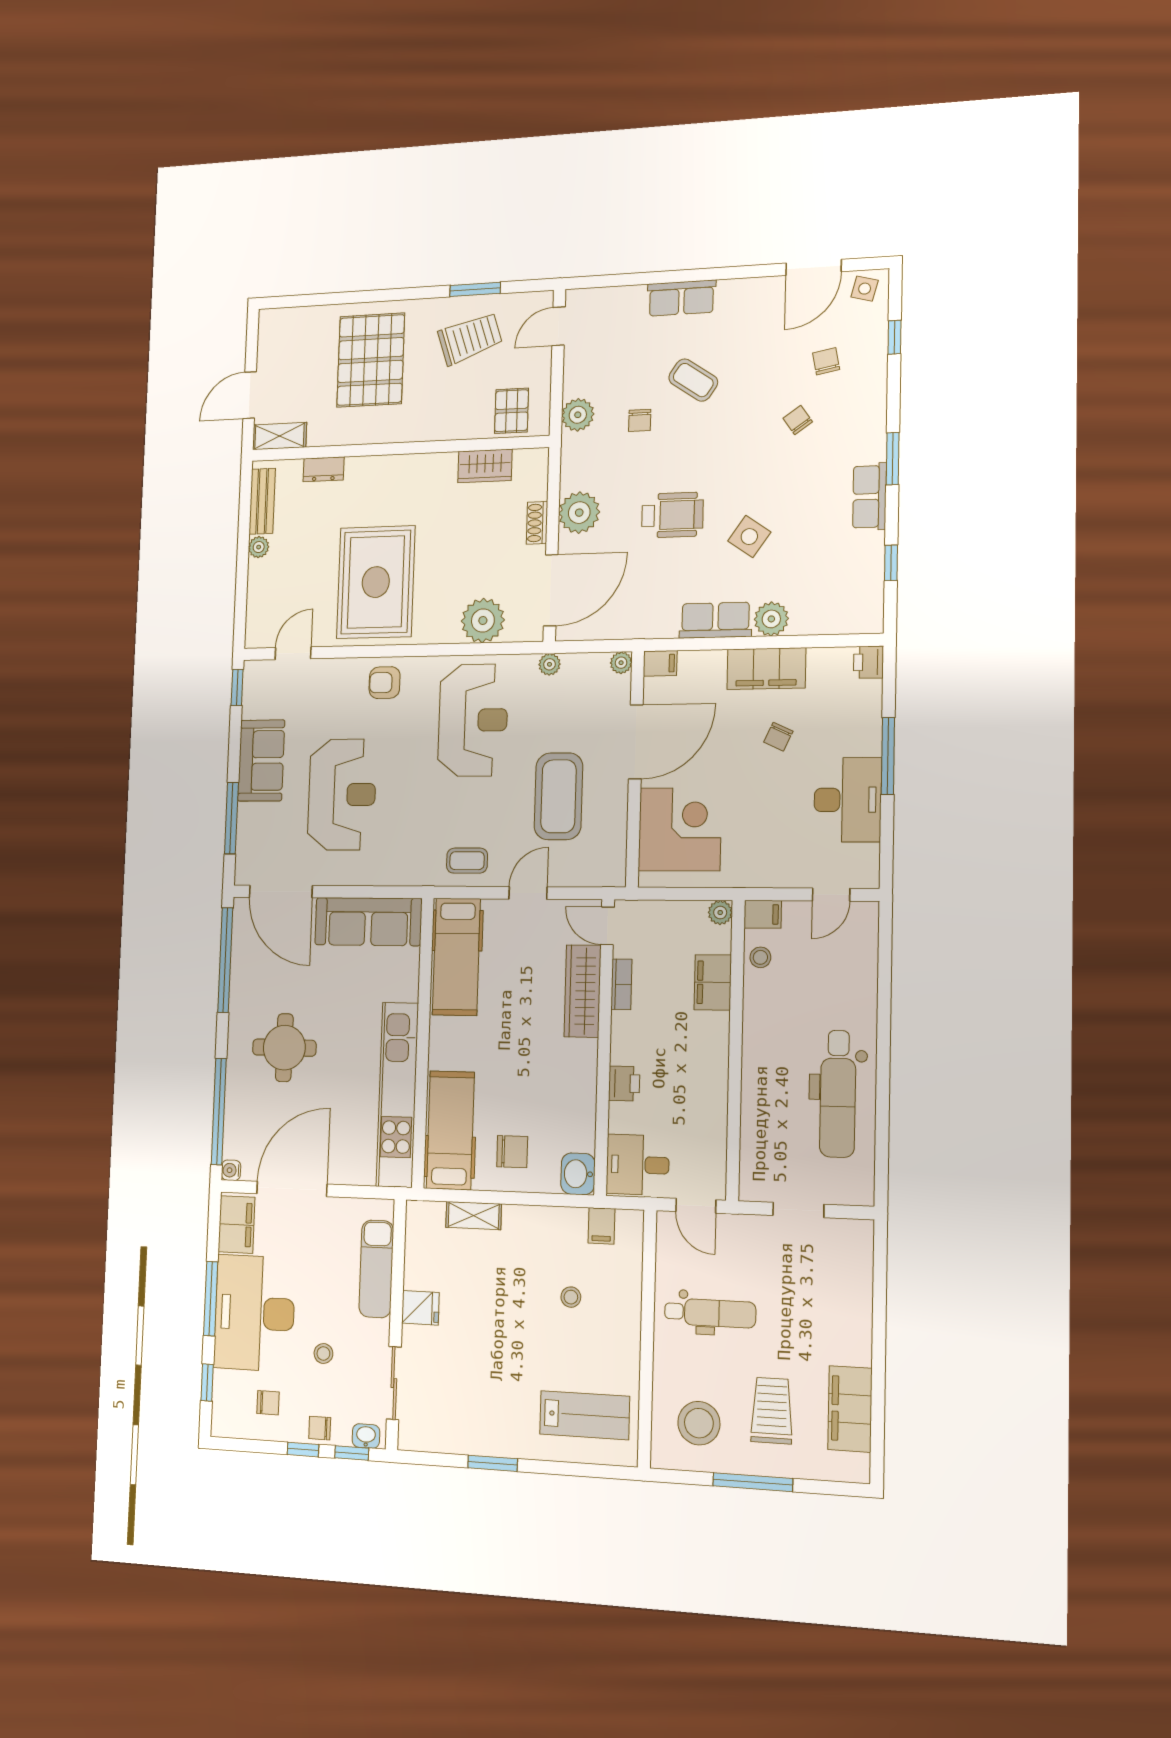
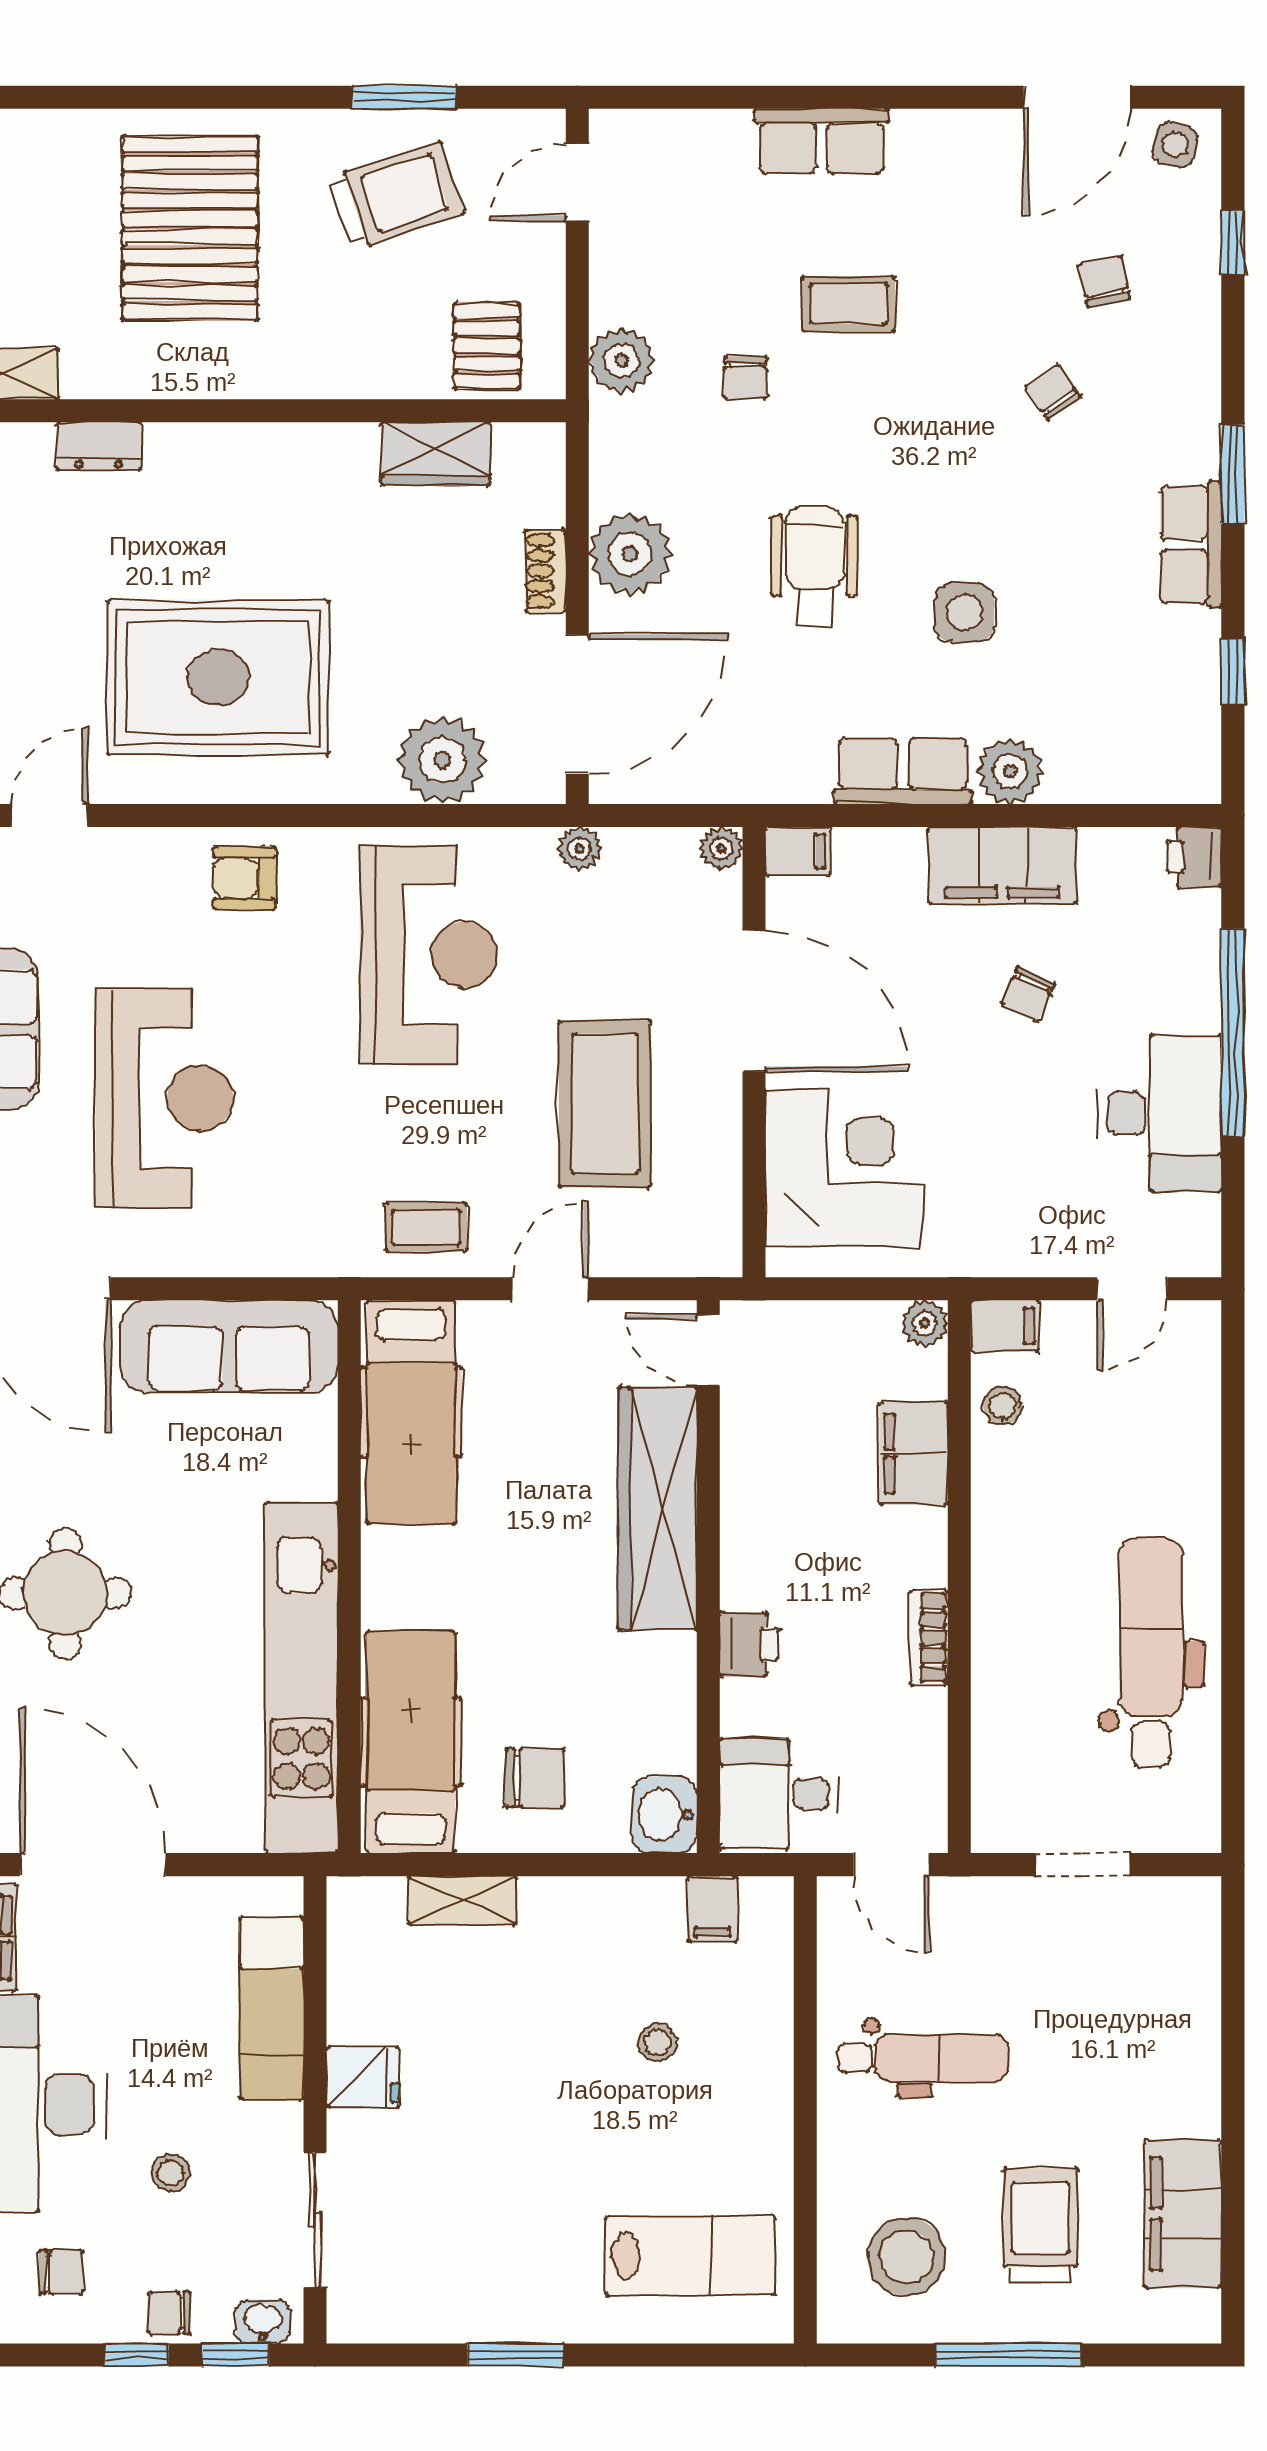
coffee table: (693, 380) -> (849, 304), turned -34
wheelchair: (672, 515) -> (814, 566), turned -90
side table: (749, 537) -> (964, 612), turned -35
rug: (376, 582) -> (218, 678), turned 90
door: (636, 742) -> (754, 1001), hinge flipped
window: (888, 756) -> (1233, 1033), width x1.46
bookcase: (621, 984) -> (929, 1638), moved, turned 180
wardrobe: (583, 991) -> (658, 1508), width x1.40, depth x1.17
dental chair: (838, 1094) -> (1151, 1652), turned 180
door: (292, 1189) -> (93, 1865), hinge flipped

